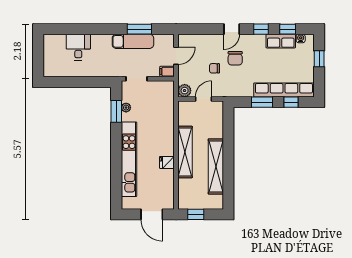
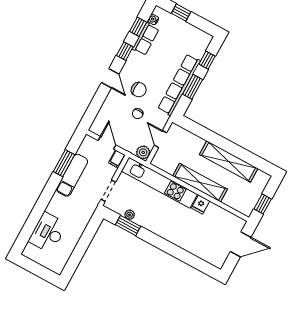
desk: (78, 47) -> (48, 233), width x1.37
row of seats: (284, 90) -> (179, 85), moved
kitchen unit: (129, 159) -> (159, 183), moved, turned 180

